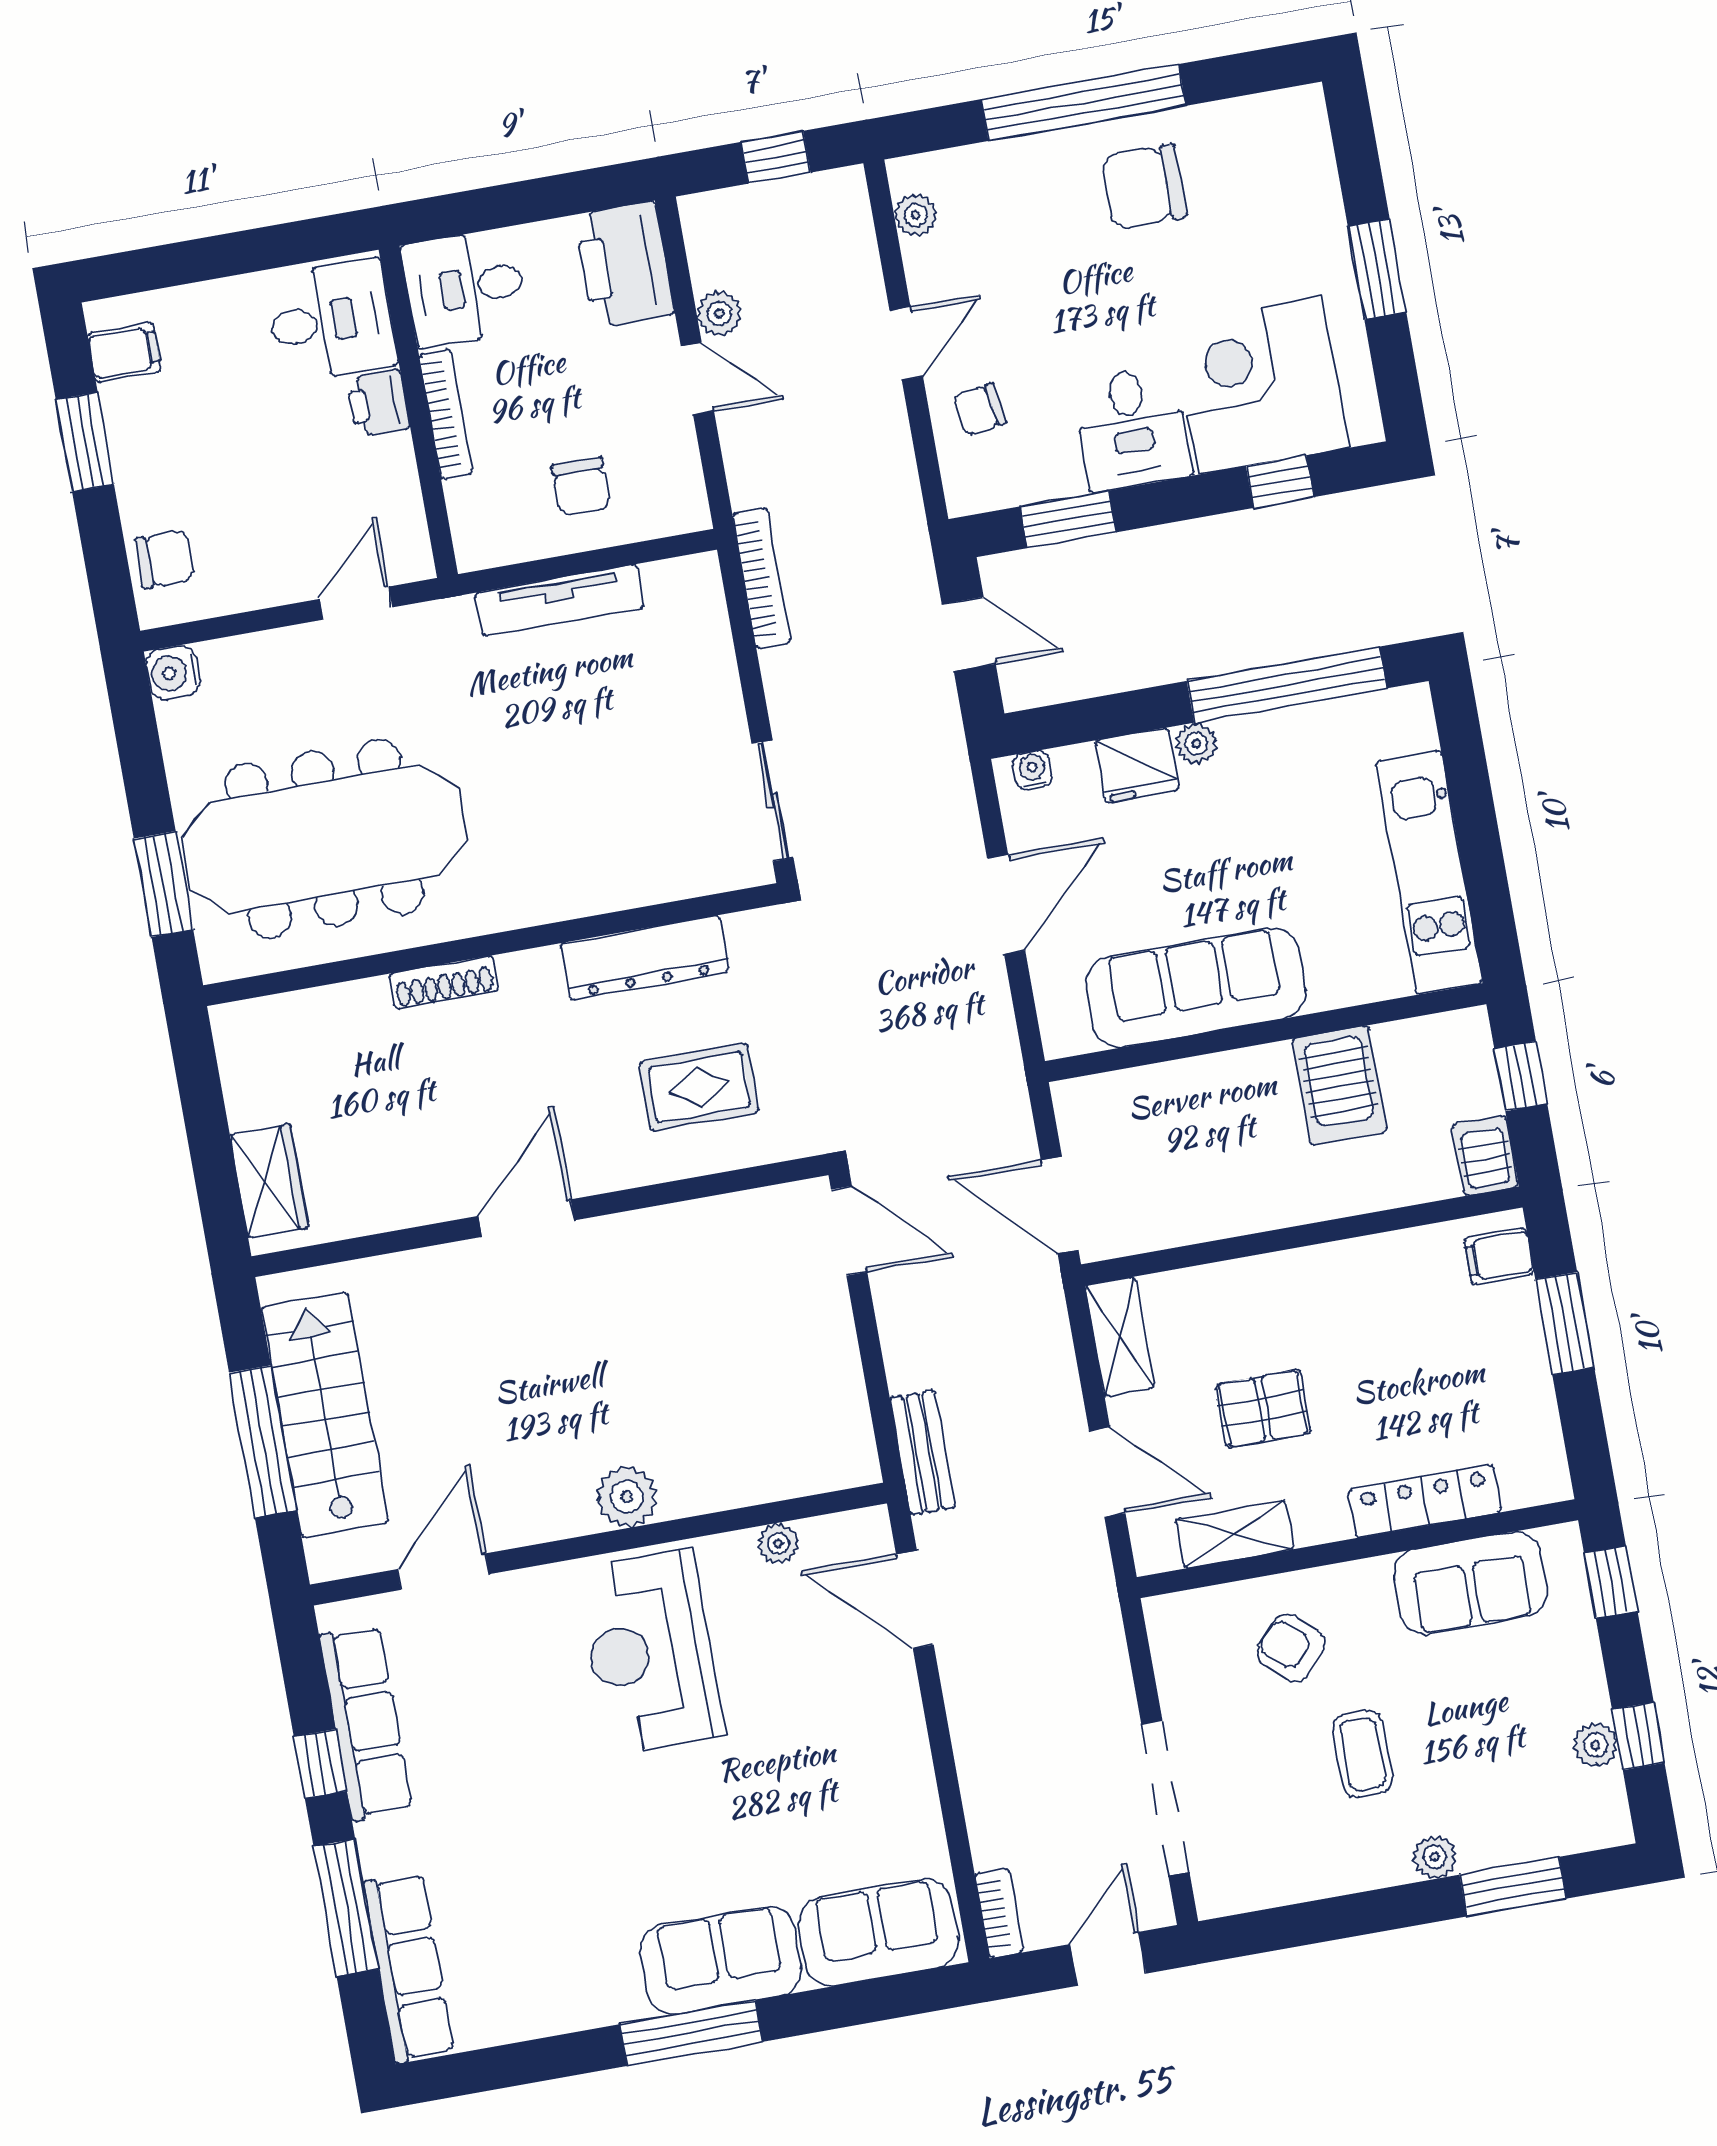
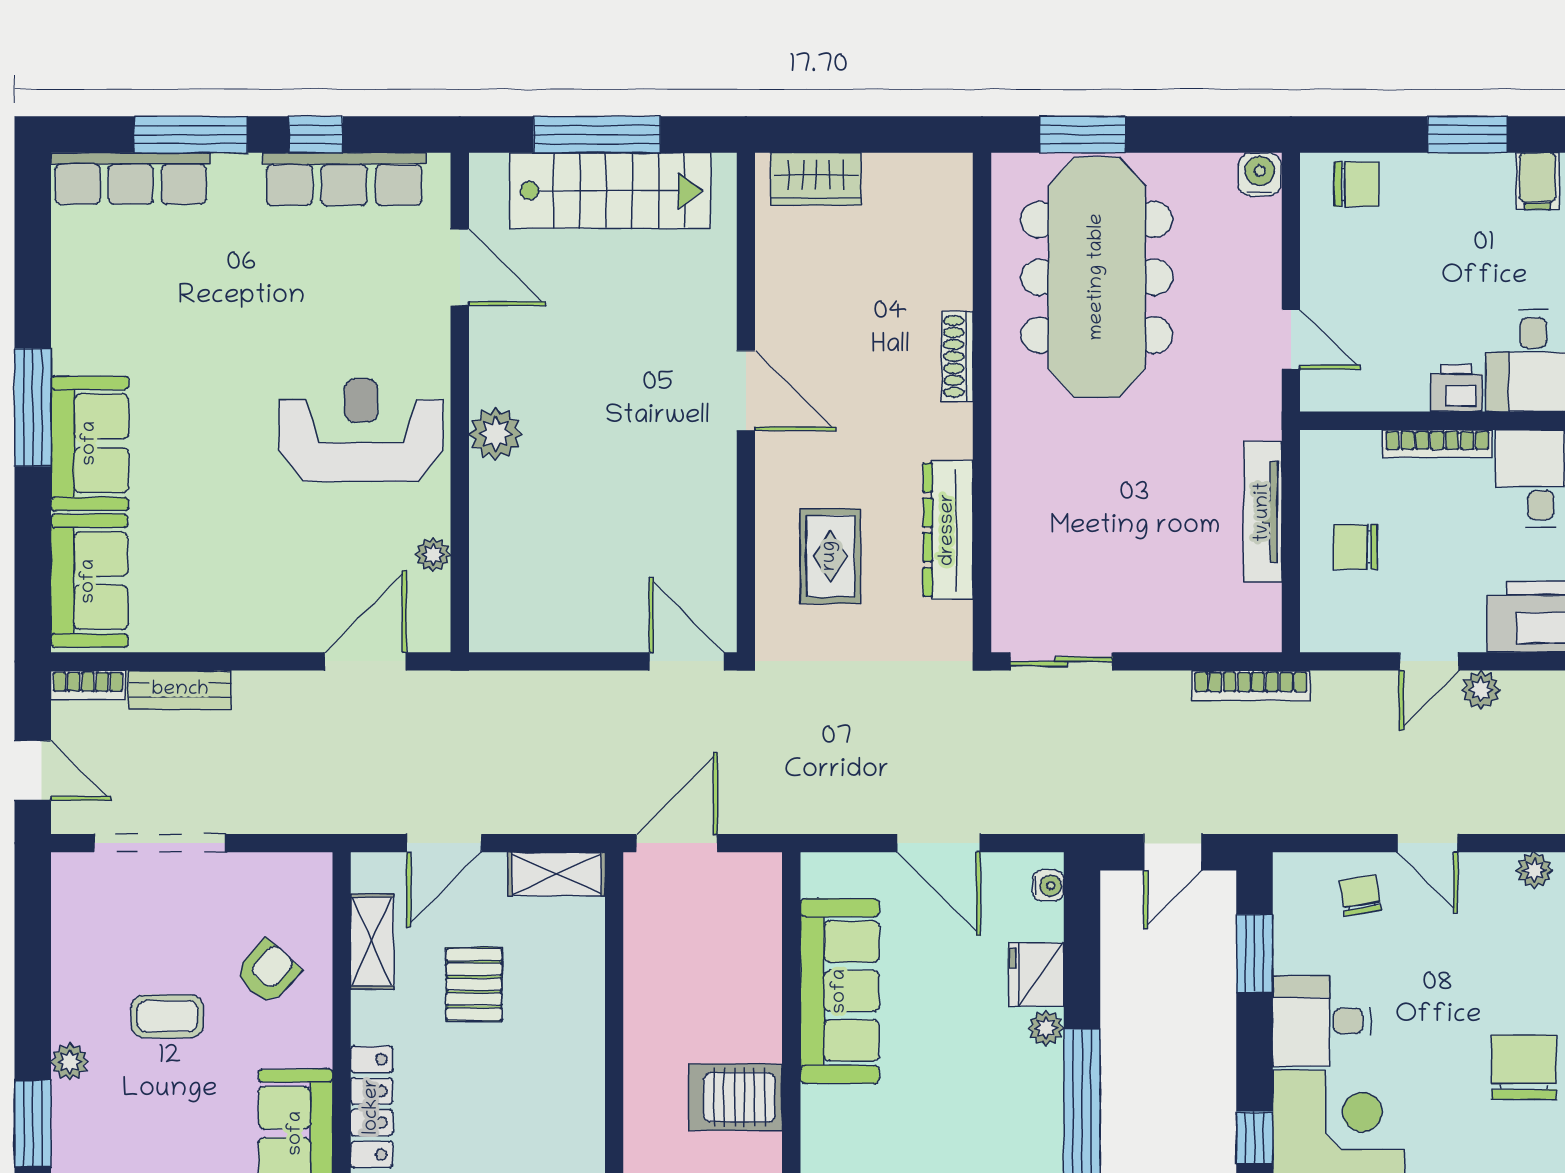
chair: (165, 559) -> (1357, 184), turned -90
door: (849, 1231) -> (687, 661), swing flipped
bench: (923, 1453) -> (180, 690), moved

